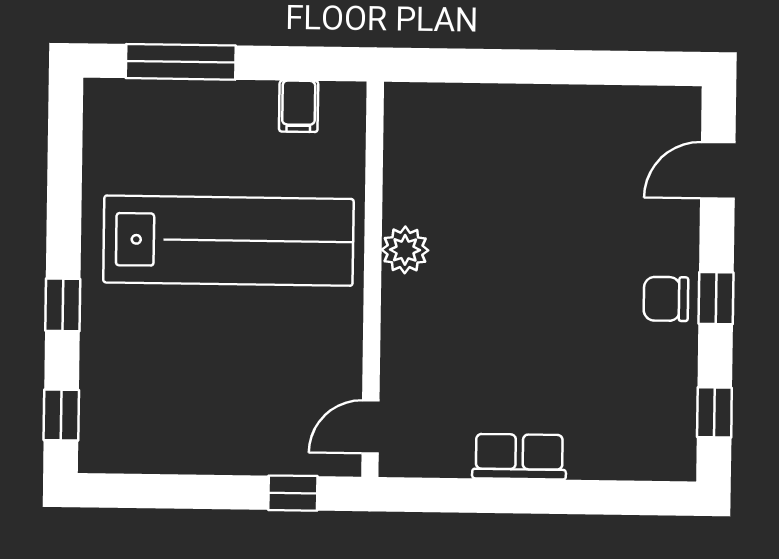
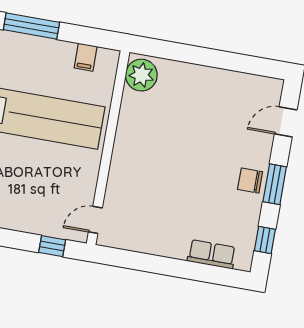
plant: (405, 250) -> (141, 75), moved, width x1.36, depth x1.36
window: (716, 298) -> (275, 184), width x1.50
row of seats: (519, 457) -> (212, 254), moved

